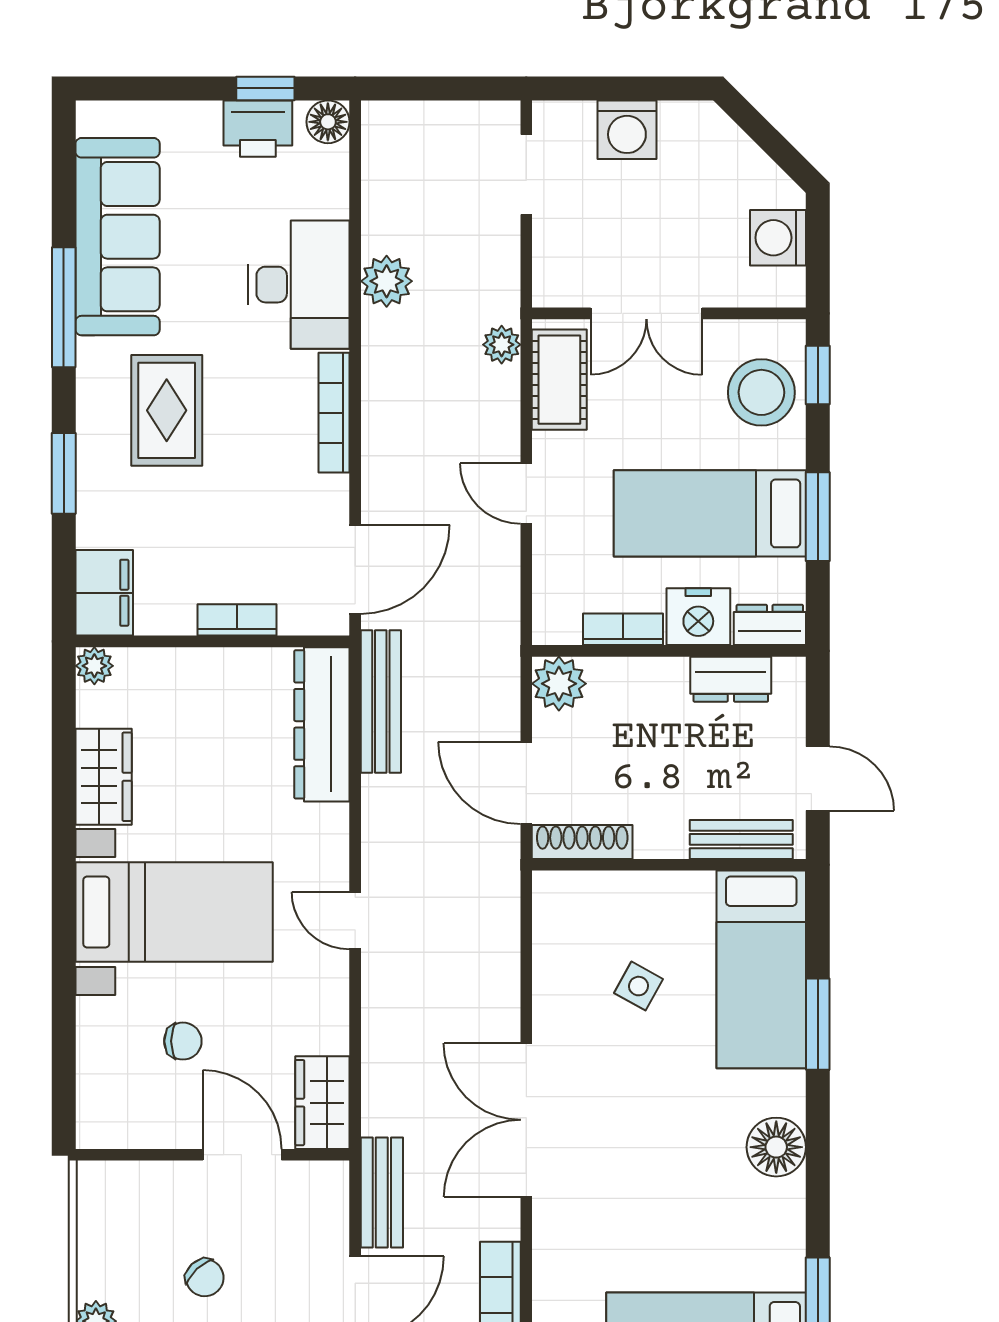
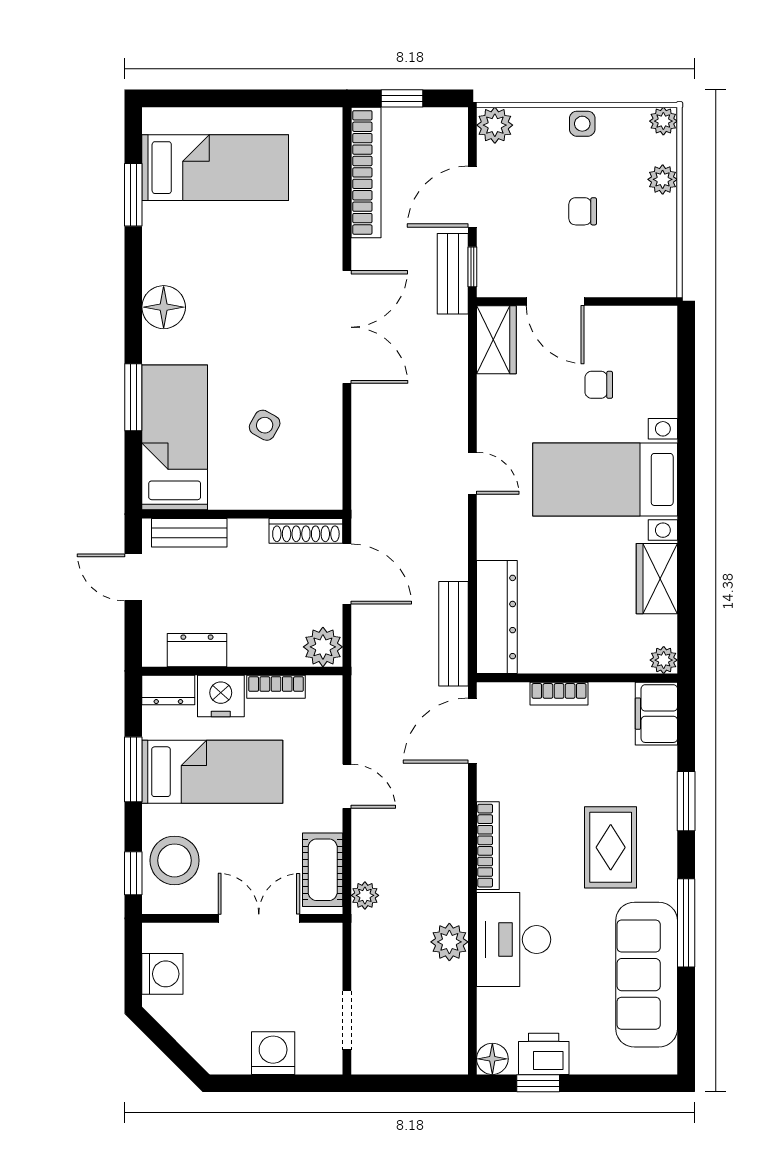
window: (355, 1202) -> (472, 267), added
chair: (205, 1278) -> (583, 211), turned -47

